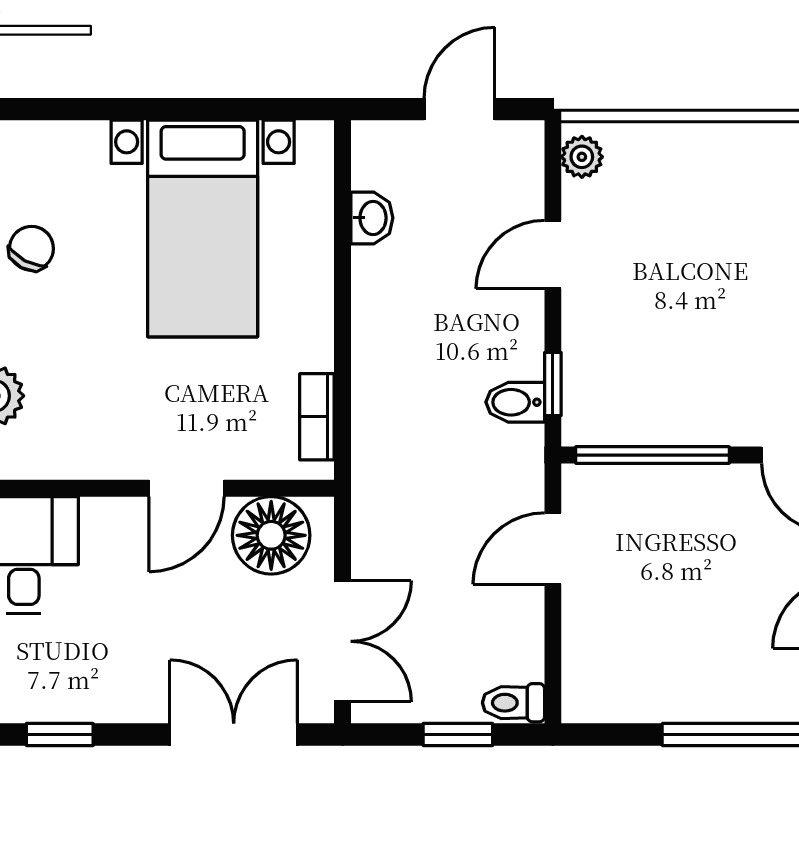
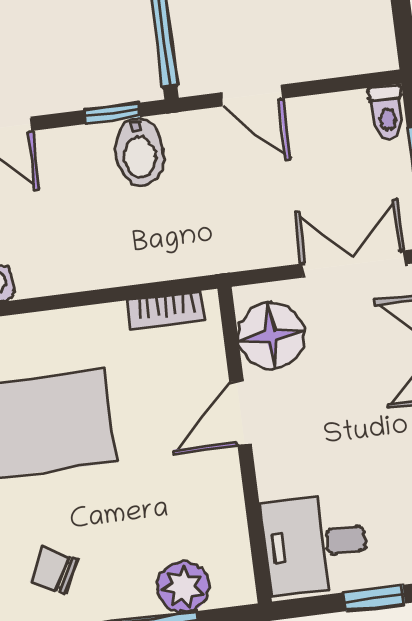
bidet: (515, 402) -> (139, 152), width x1.38, depth x1.36
door: (186, 488) -> (241, 413), swing flipped

